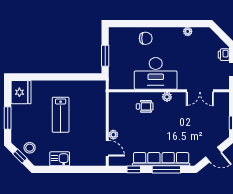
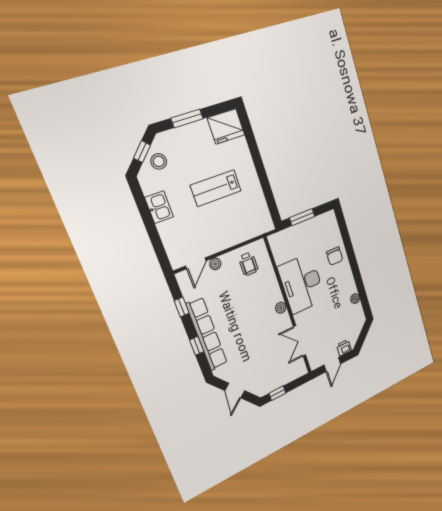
wheelchair: (145, 106) -> (248, 264), moved
window: (166, 169) -> (197, 346), width x0.46

